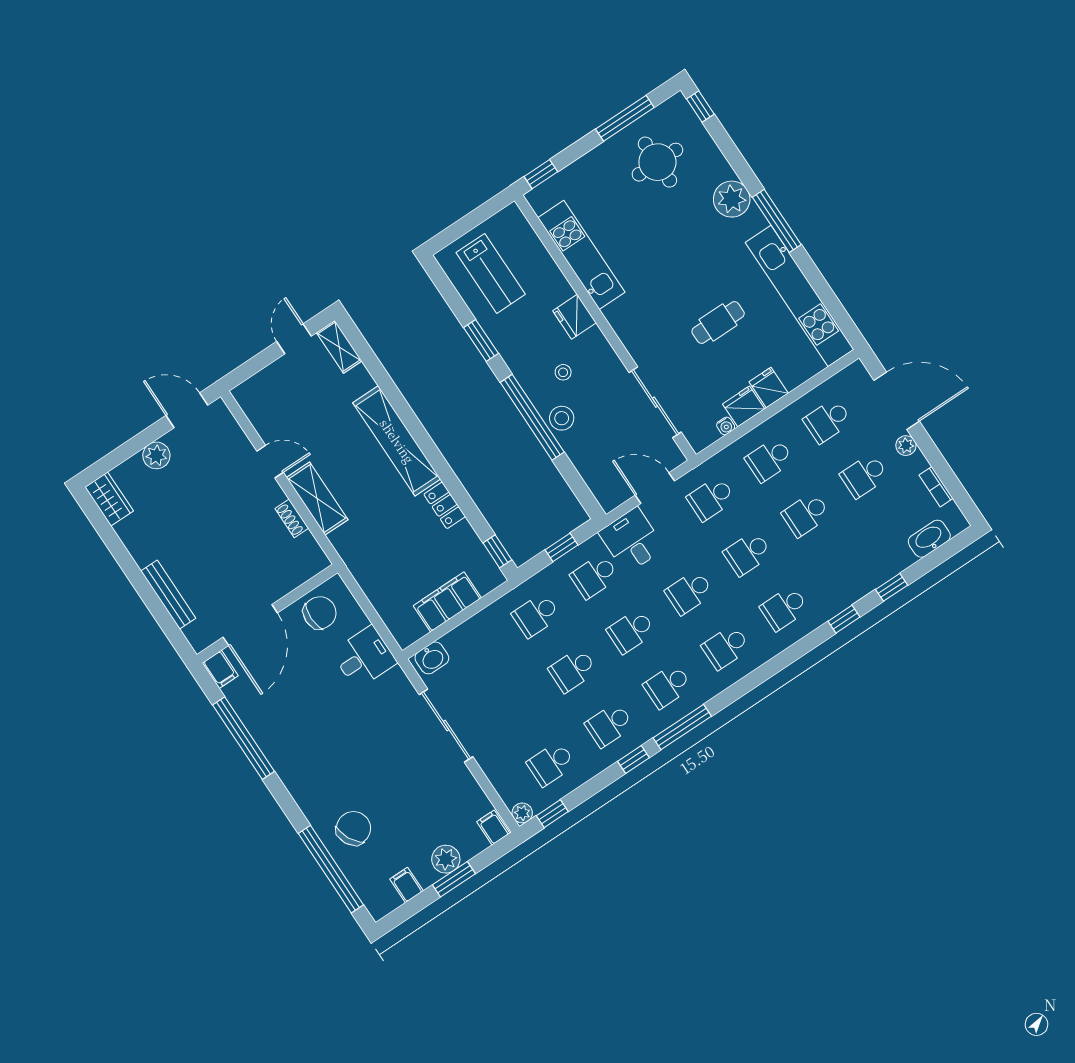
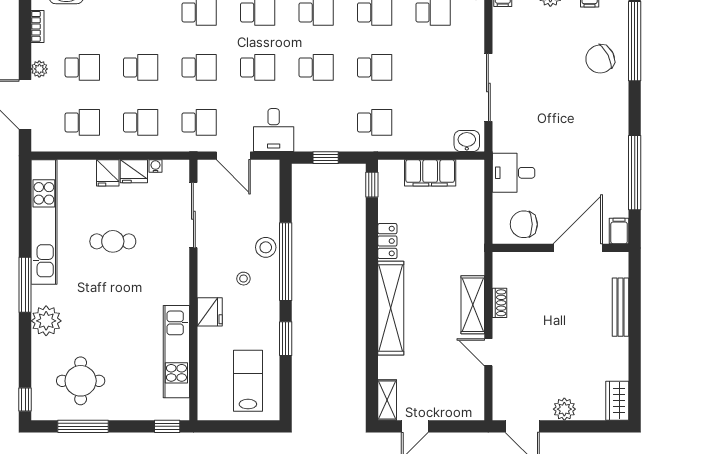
school desk: (594, 576) -> (316, 122), removed

